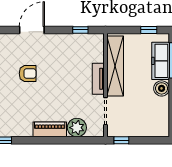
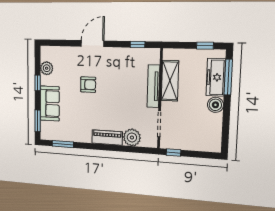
shelving: (115, 66) -> (170, 81), width x0.68
tv unit: (98, 79) -> (153, 86), width x1.41

